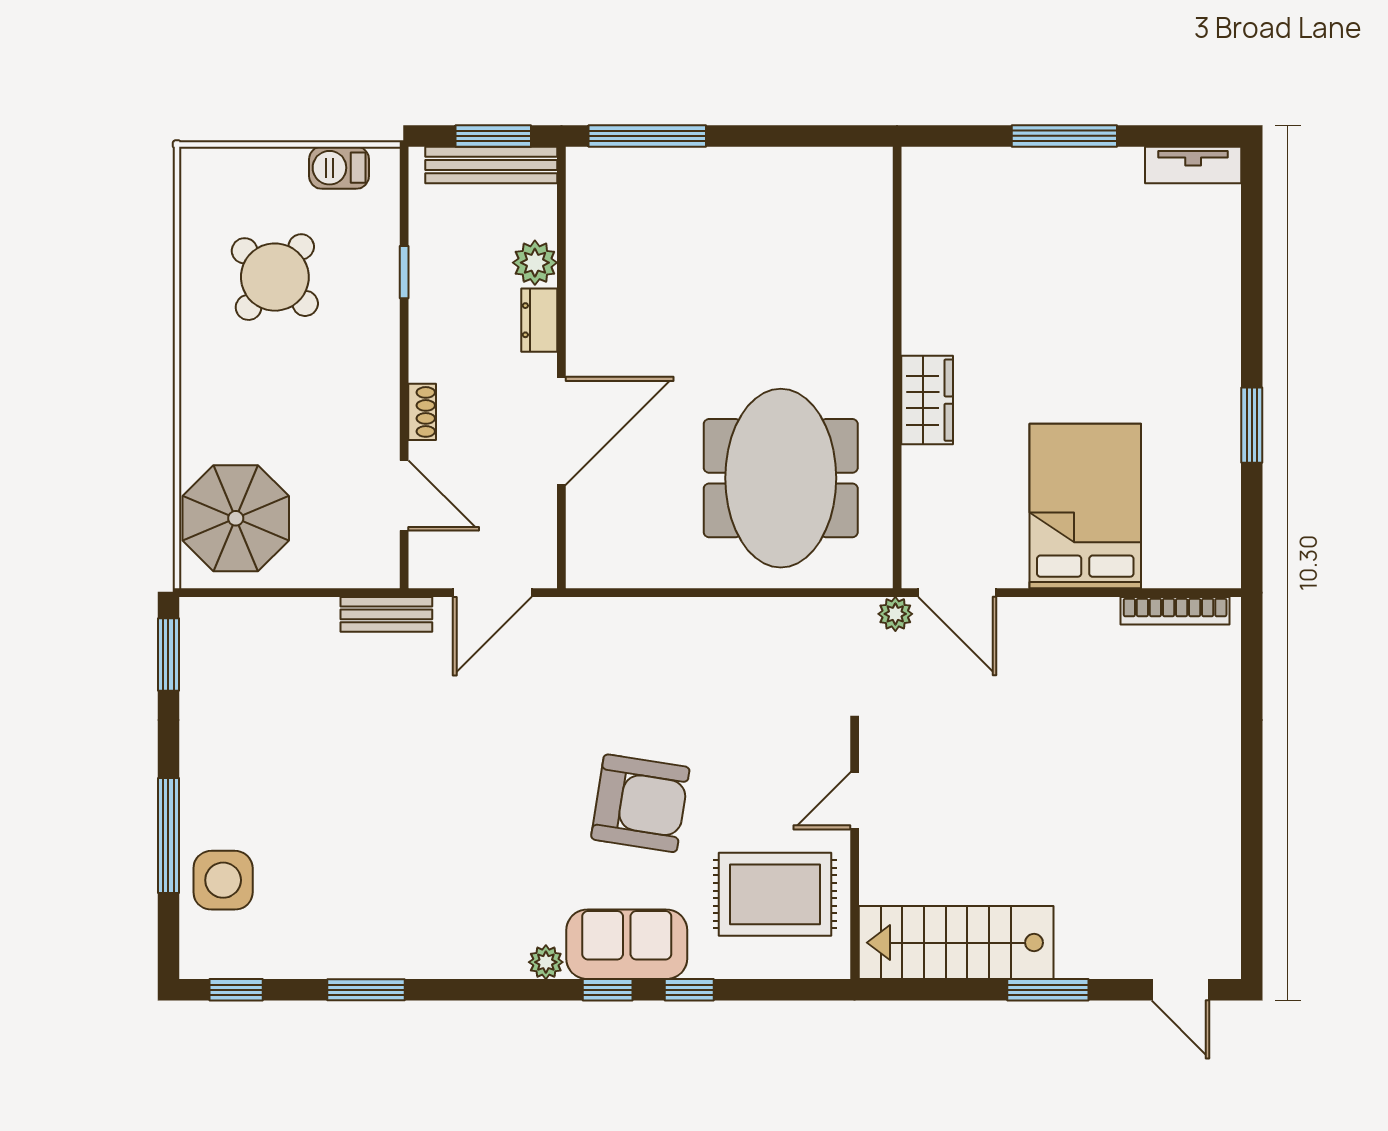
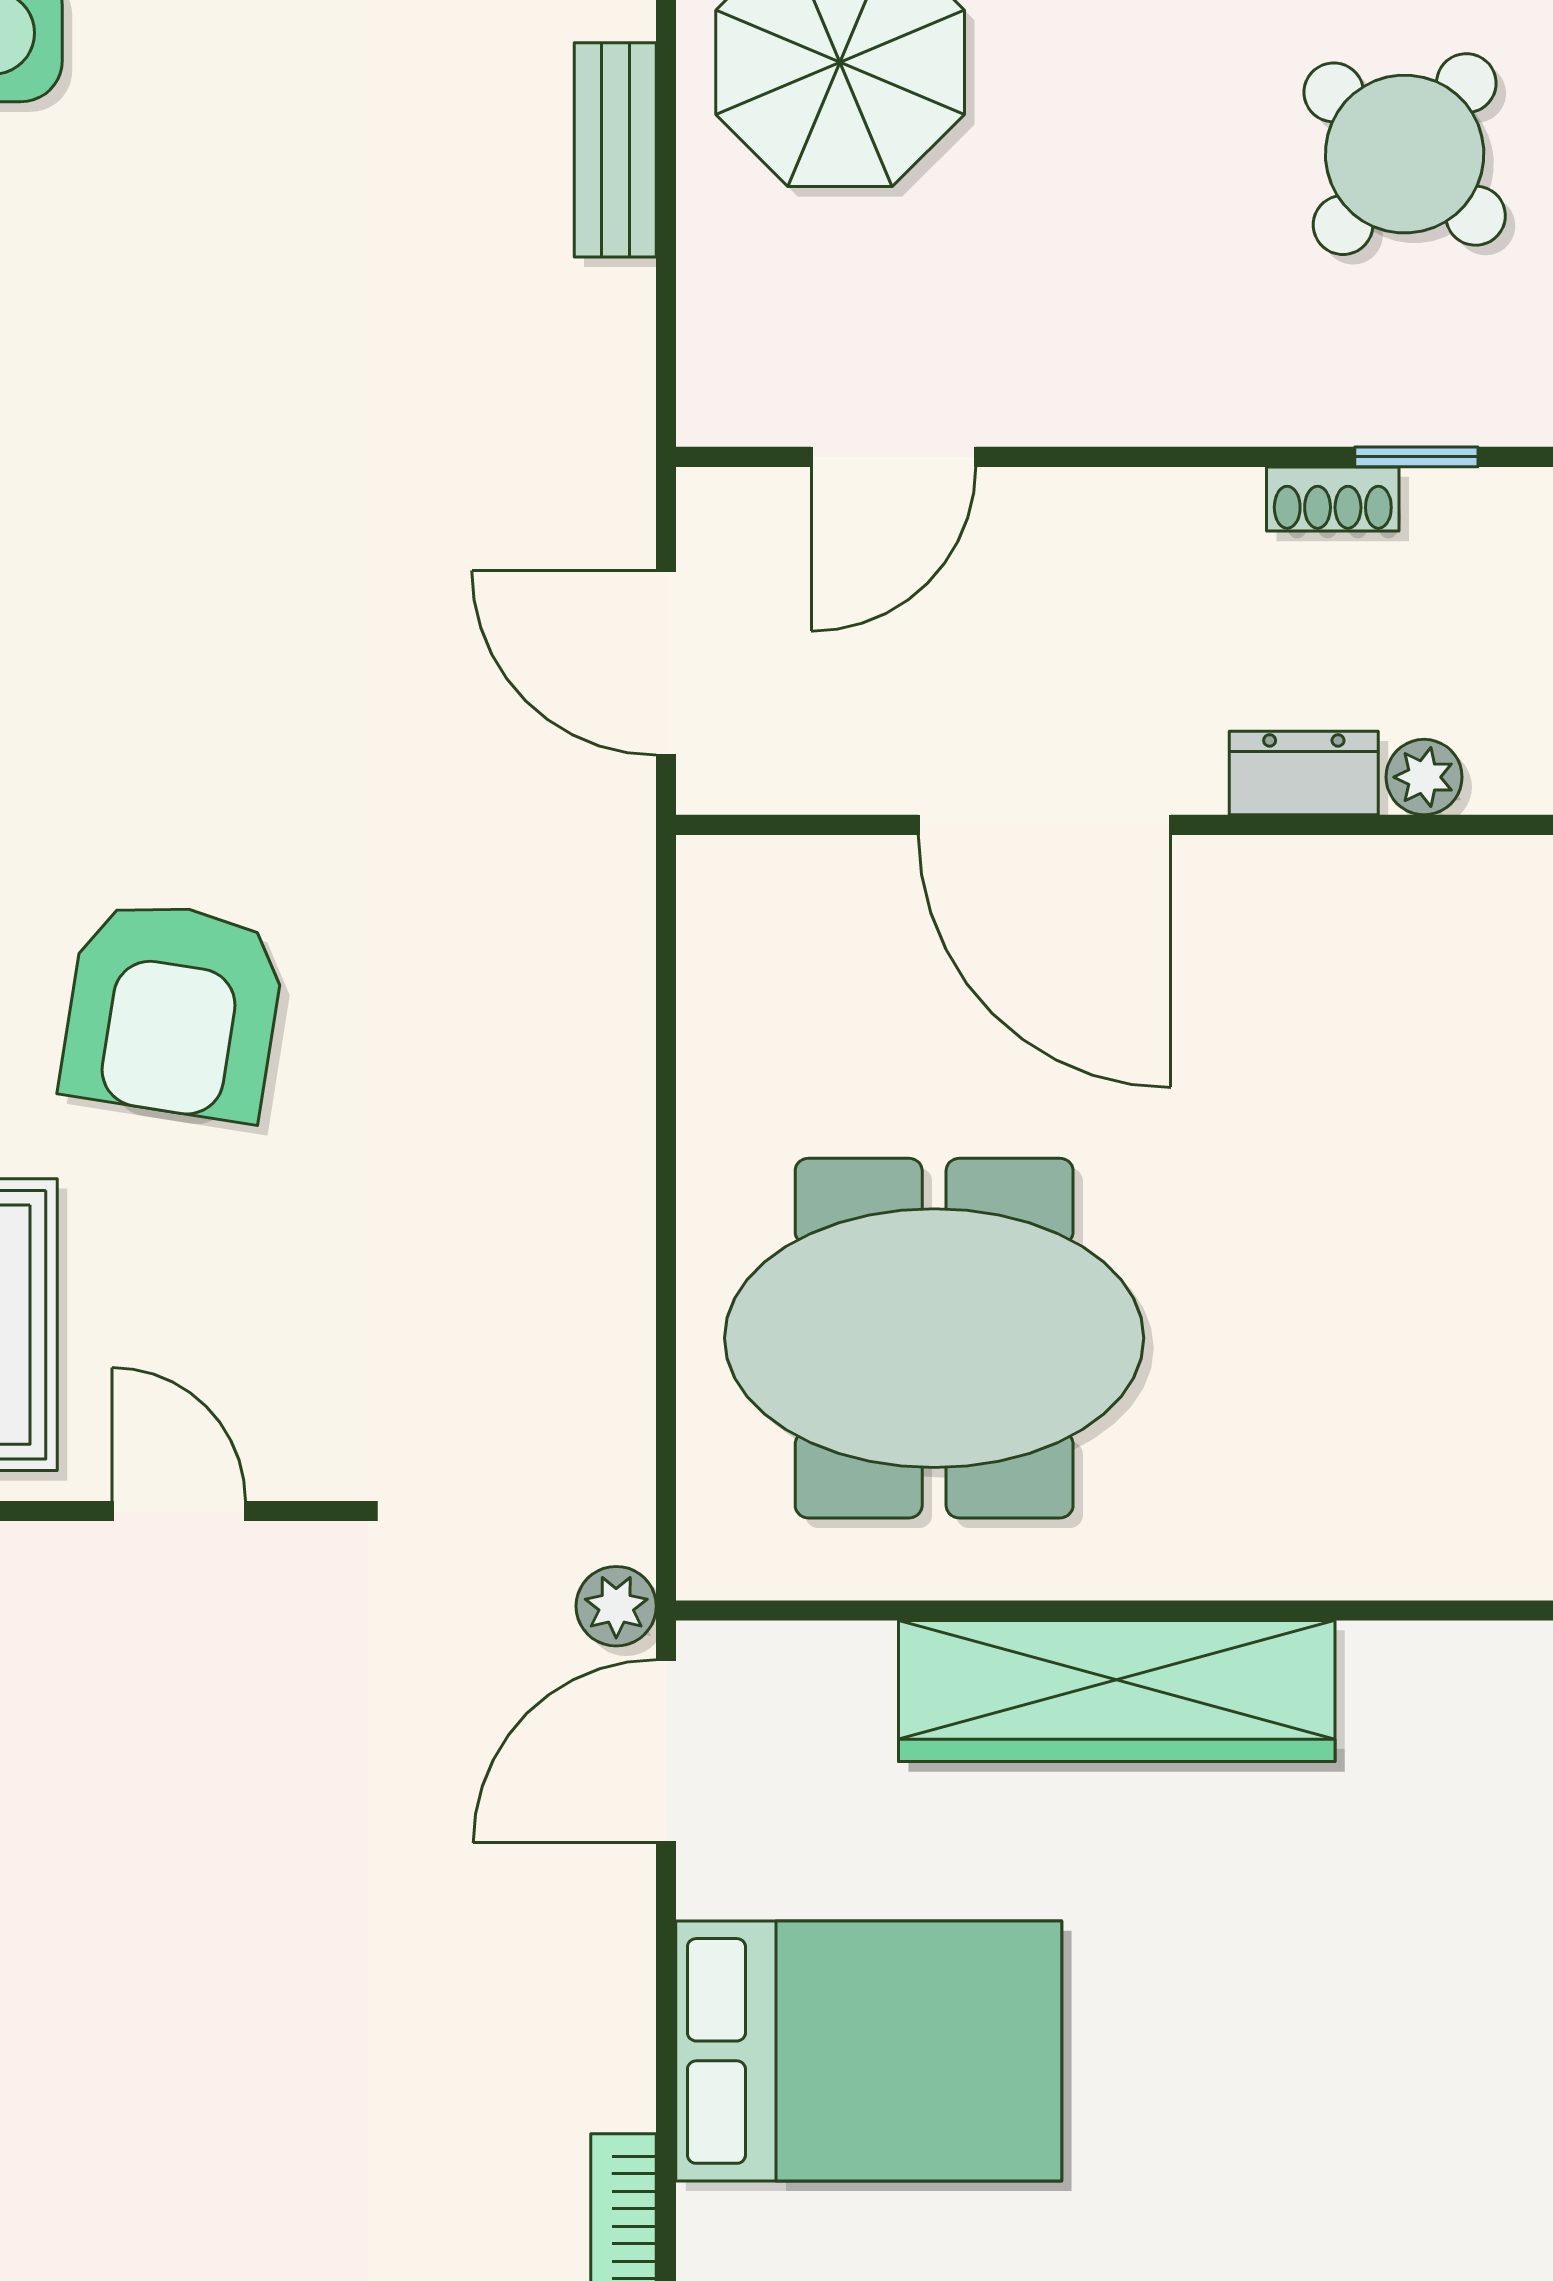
plant: (535, 263) -> (1424, 777), width x0.73, depth x0.73
wardrobe: (927, 400) -> (1117, 1691), width x2.10, depth x1.17
shoe rack: (422, 412) -> (1333, 499), moved
bench: (386, 614) -> (615, 150), moved

